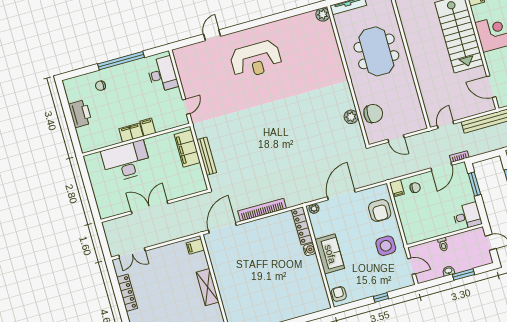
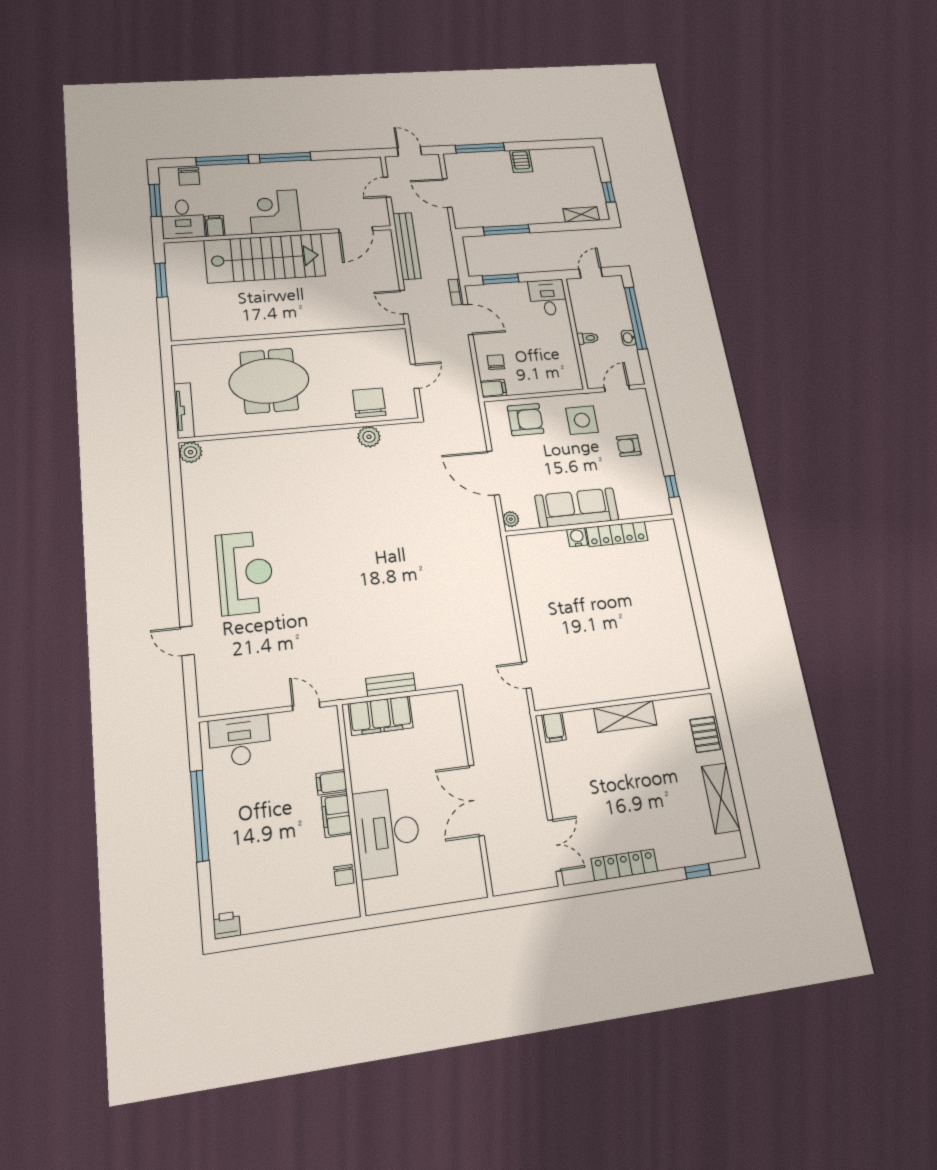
chair: (100, 86) -> (344, 875), moved
printer: (80, 114) -> (227, 925), moved, width x0.53, depth x0.68
bench: (207, 156) -> (391, 685), width x0.73
bookcase: (262, 210) -> (503, 603), removed
locker: (302, 226) -> (617, 534), moved
door: (222, 228) -> (526, 675), width x0.53
sofa: (330, 254) -> (577, 508), width x1.36
window: (463, 274) -> (636, 318), width x2.11
armchair: (339, 294) -> (629, 446), moved
window: (381, 297) -> (672, 486), moved

